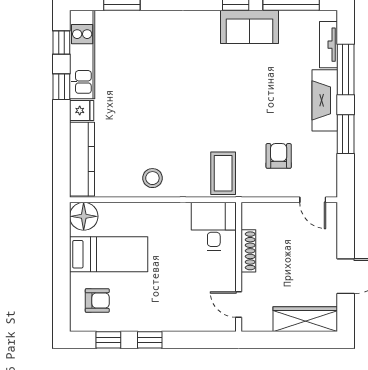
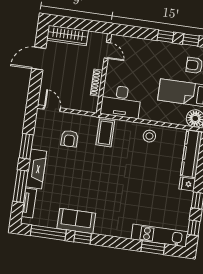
kitchen unit: (82, 54) -> (160, 235), moved, turned 90
desk: (214, 226) -> (121, 102), width x1.37

